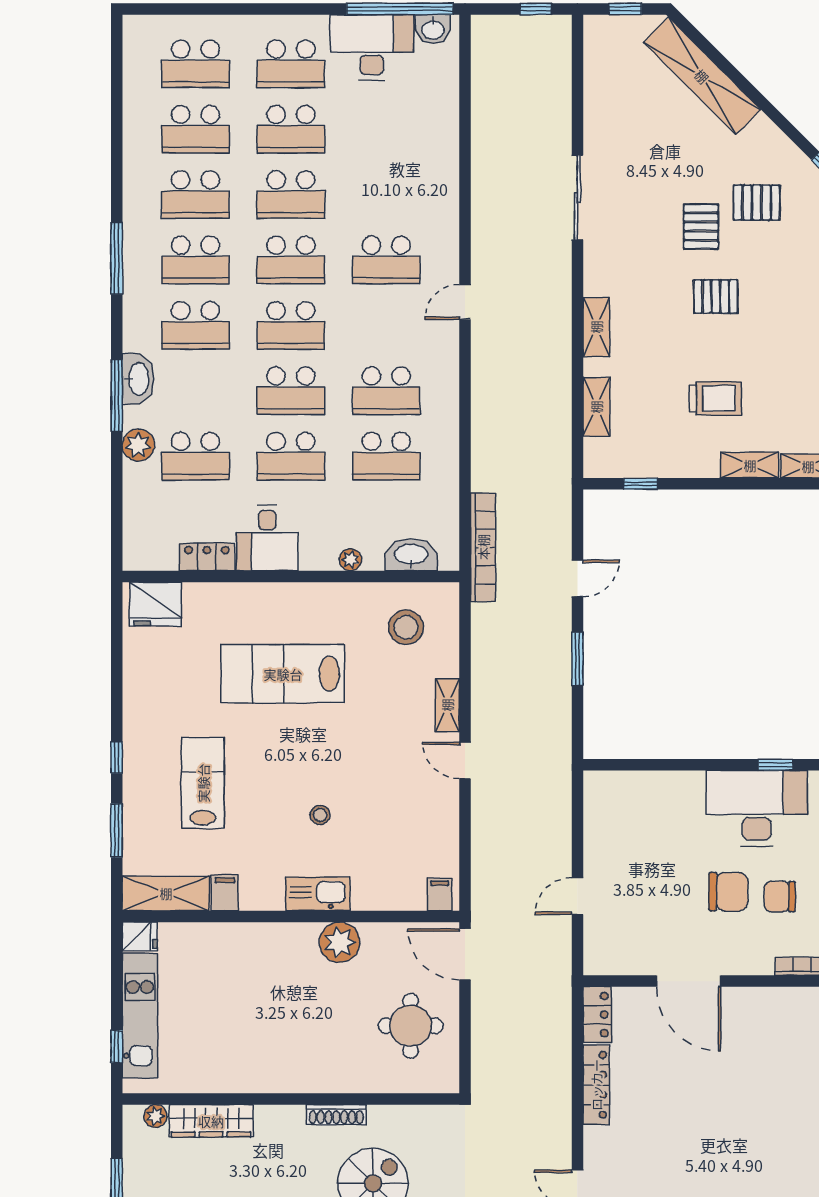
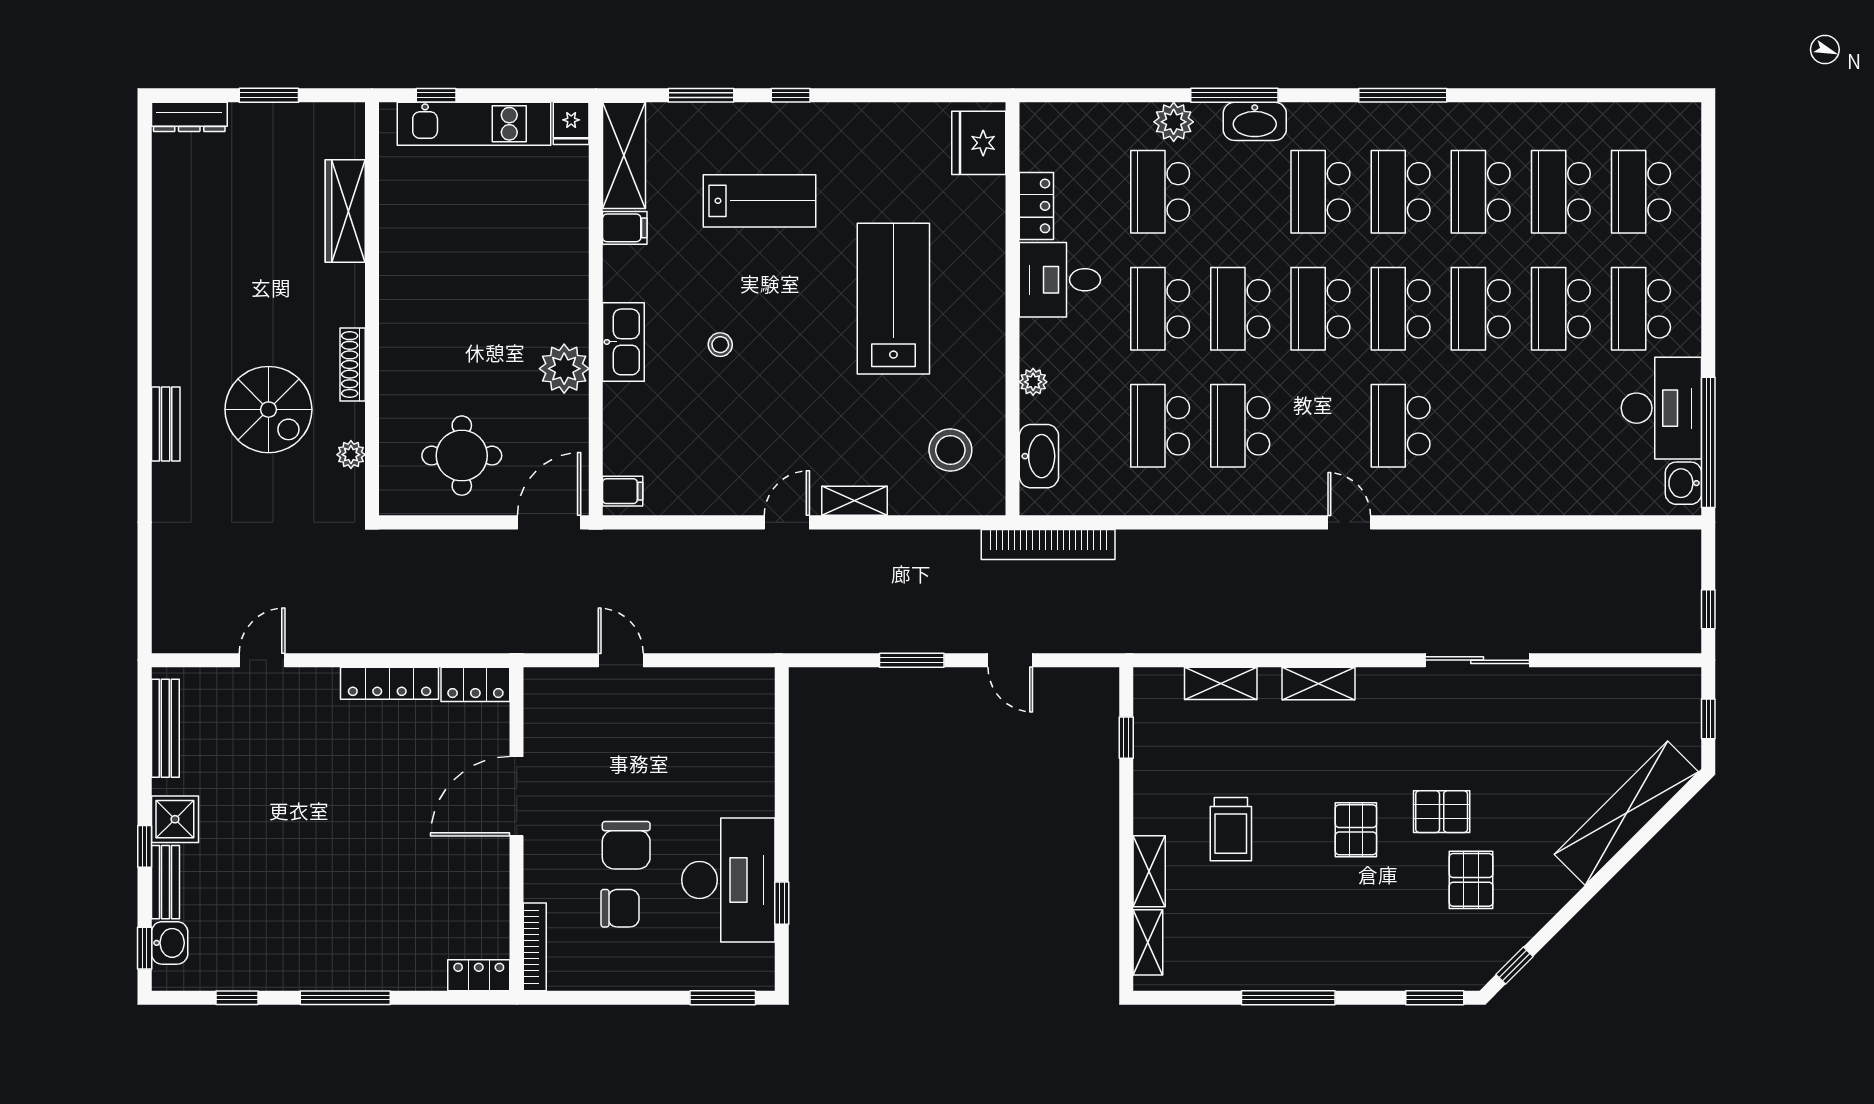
chair: (780, 897) -> (620, 908), turned 90
plant: (155, 1116) -> (351, 455), moved

